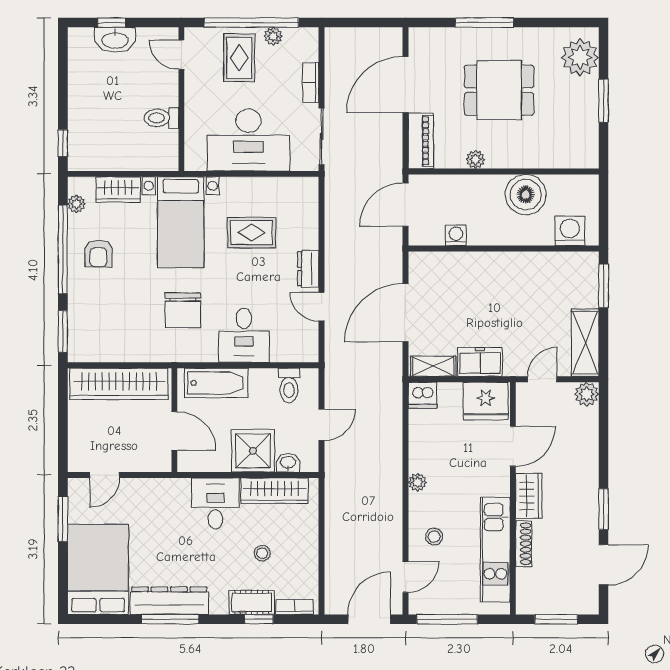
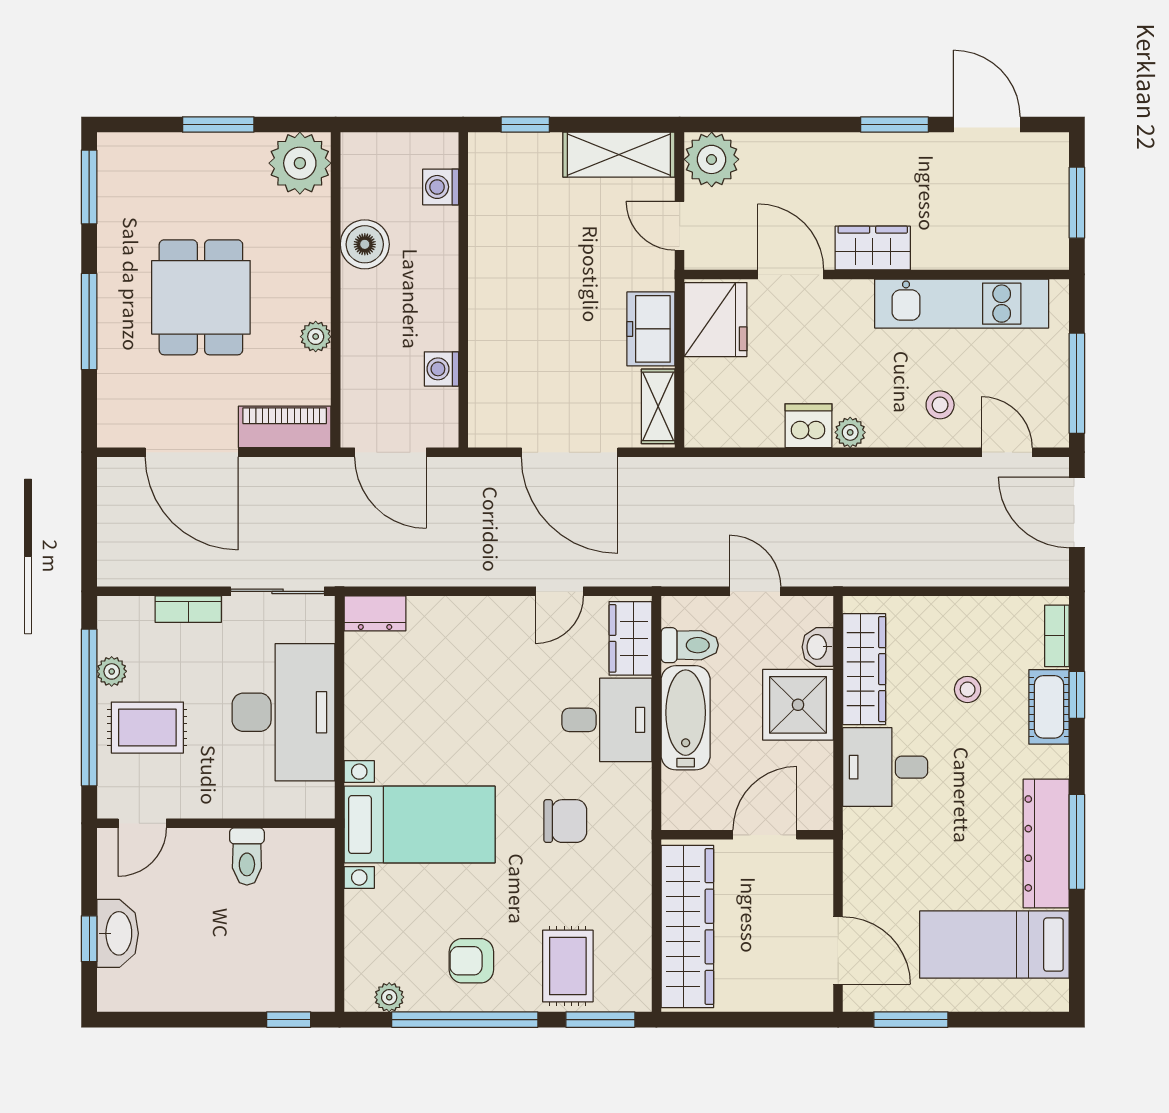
window: (566, 23) -> (89, 187), added
plant: (580, 57) -> (300, 163), moved
wardrobe: (118, 190) -> (630, 638), moved, turned 180
boiler: (526, 195) -> (365, 244), width x0.73, depth x0.73
washing machine: (570, 231) -> (441, 187), width x0.73, depth x0.73
rug: (252, 233) -> (568, 966), moved
armchair: (98, 254) -> (471, 961), turned 180
dresser: (308, 269) -> (375, 613), moved
window: (603, 286) -> (525, 124), width x0.67
chair: (183, 310) -> (565, 821), width x0.73, depth x0.73
bathtub: (216, 383) -> (686, 718), moved
plant: (587, 394) -> (712, 159), width x1.36, depth x1.36
dishwasher: (422, 395) -> (808, 426), moved, turned -90
door: (104, 475) -> (838, 951), width x1.38
shoe rack: (524, 544) -> (952, 257), removed
bed: (98, 569) -> (994, 945), width x0.67

